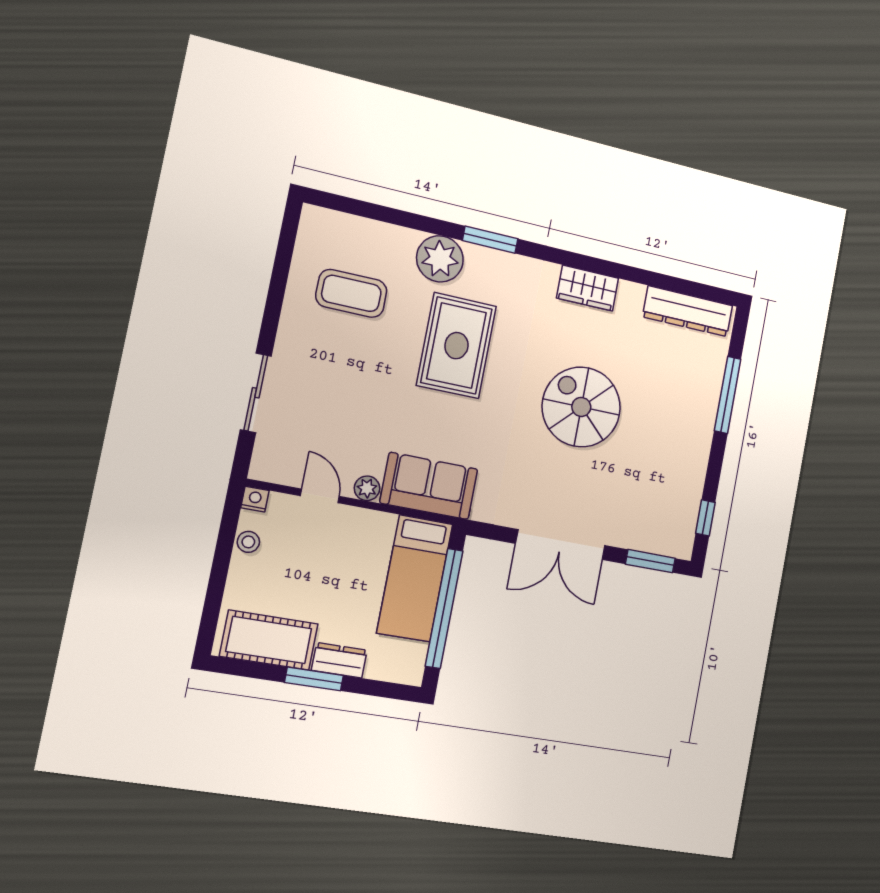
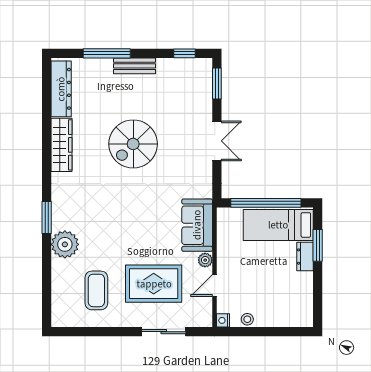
wardrobe: (588, 288) -> (62, 145), width x1.50
rug: (456, 346) -> (154, 284), moved
bench: (701, 435) -> (135, 66), added
double door: (560, 545) -> (217, 141), width x0.73
bed: (415, 578) -> (278, 225), moved, turned 180
cot: (269, 640) -> (300, 297), removed
window: (314, 679) -> (318, 245), moved

